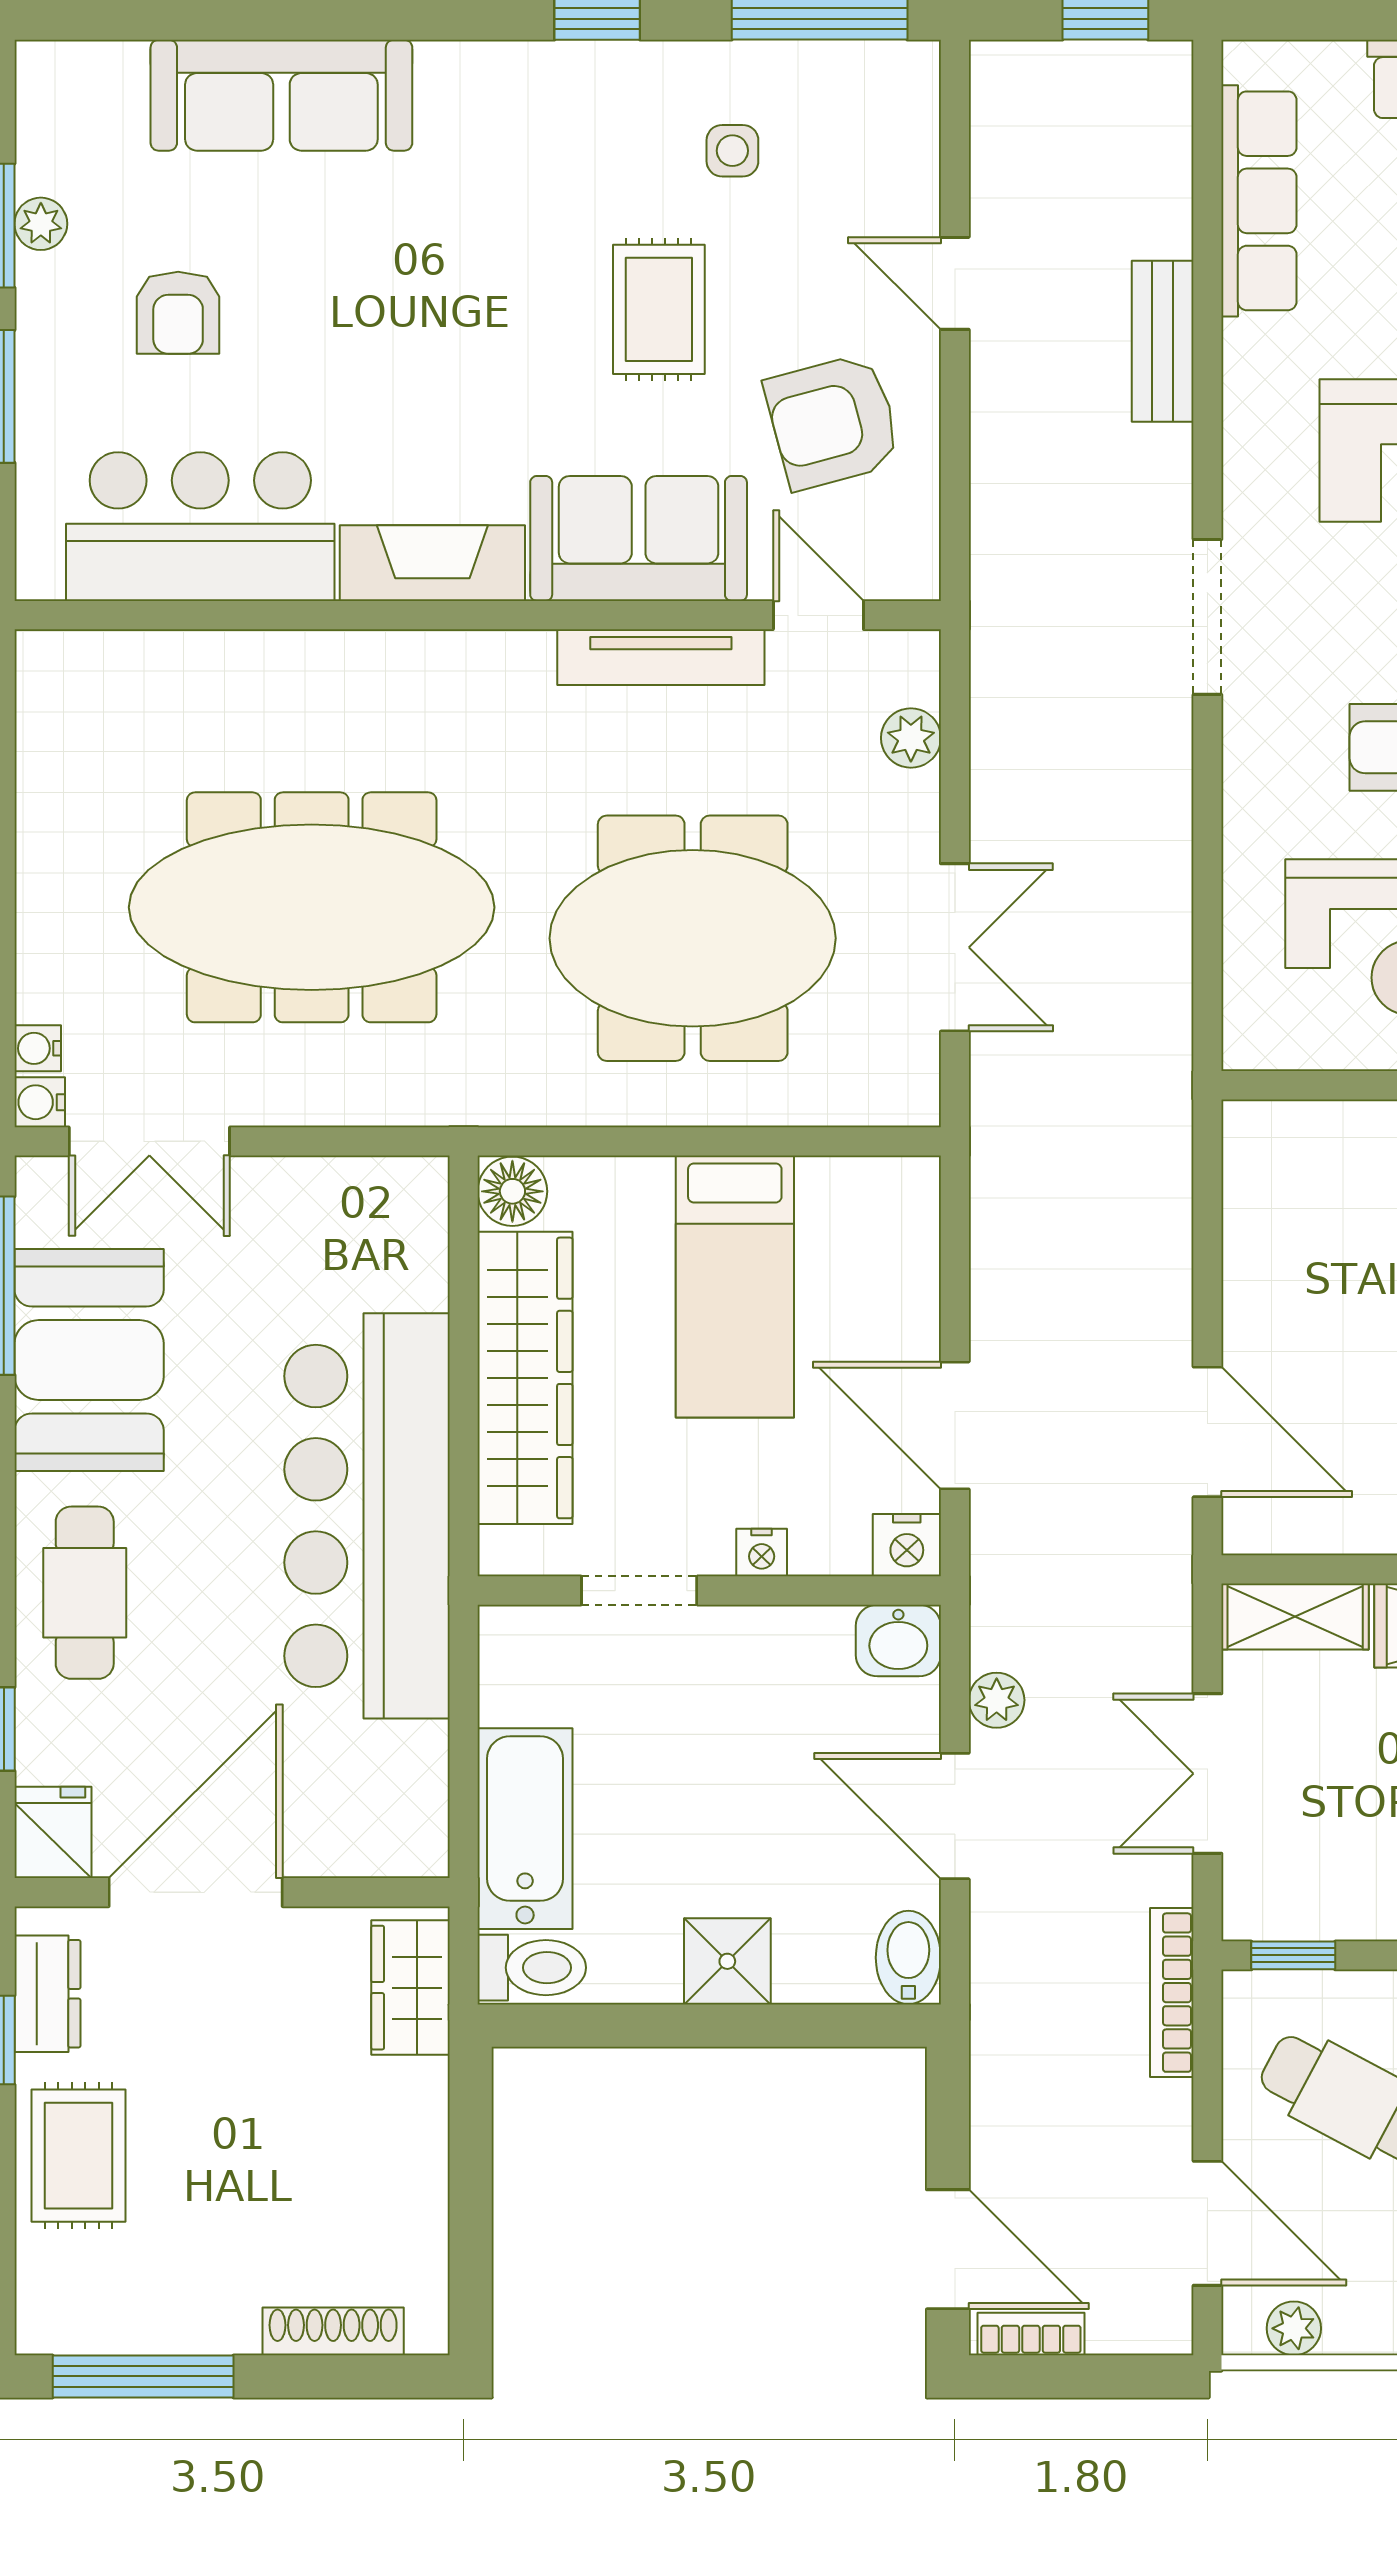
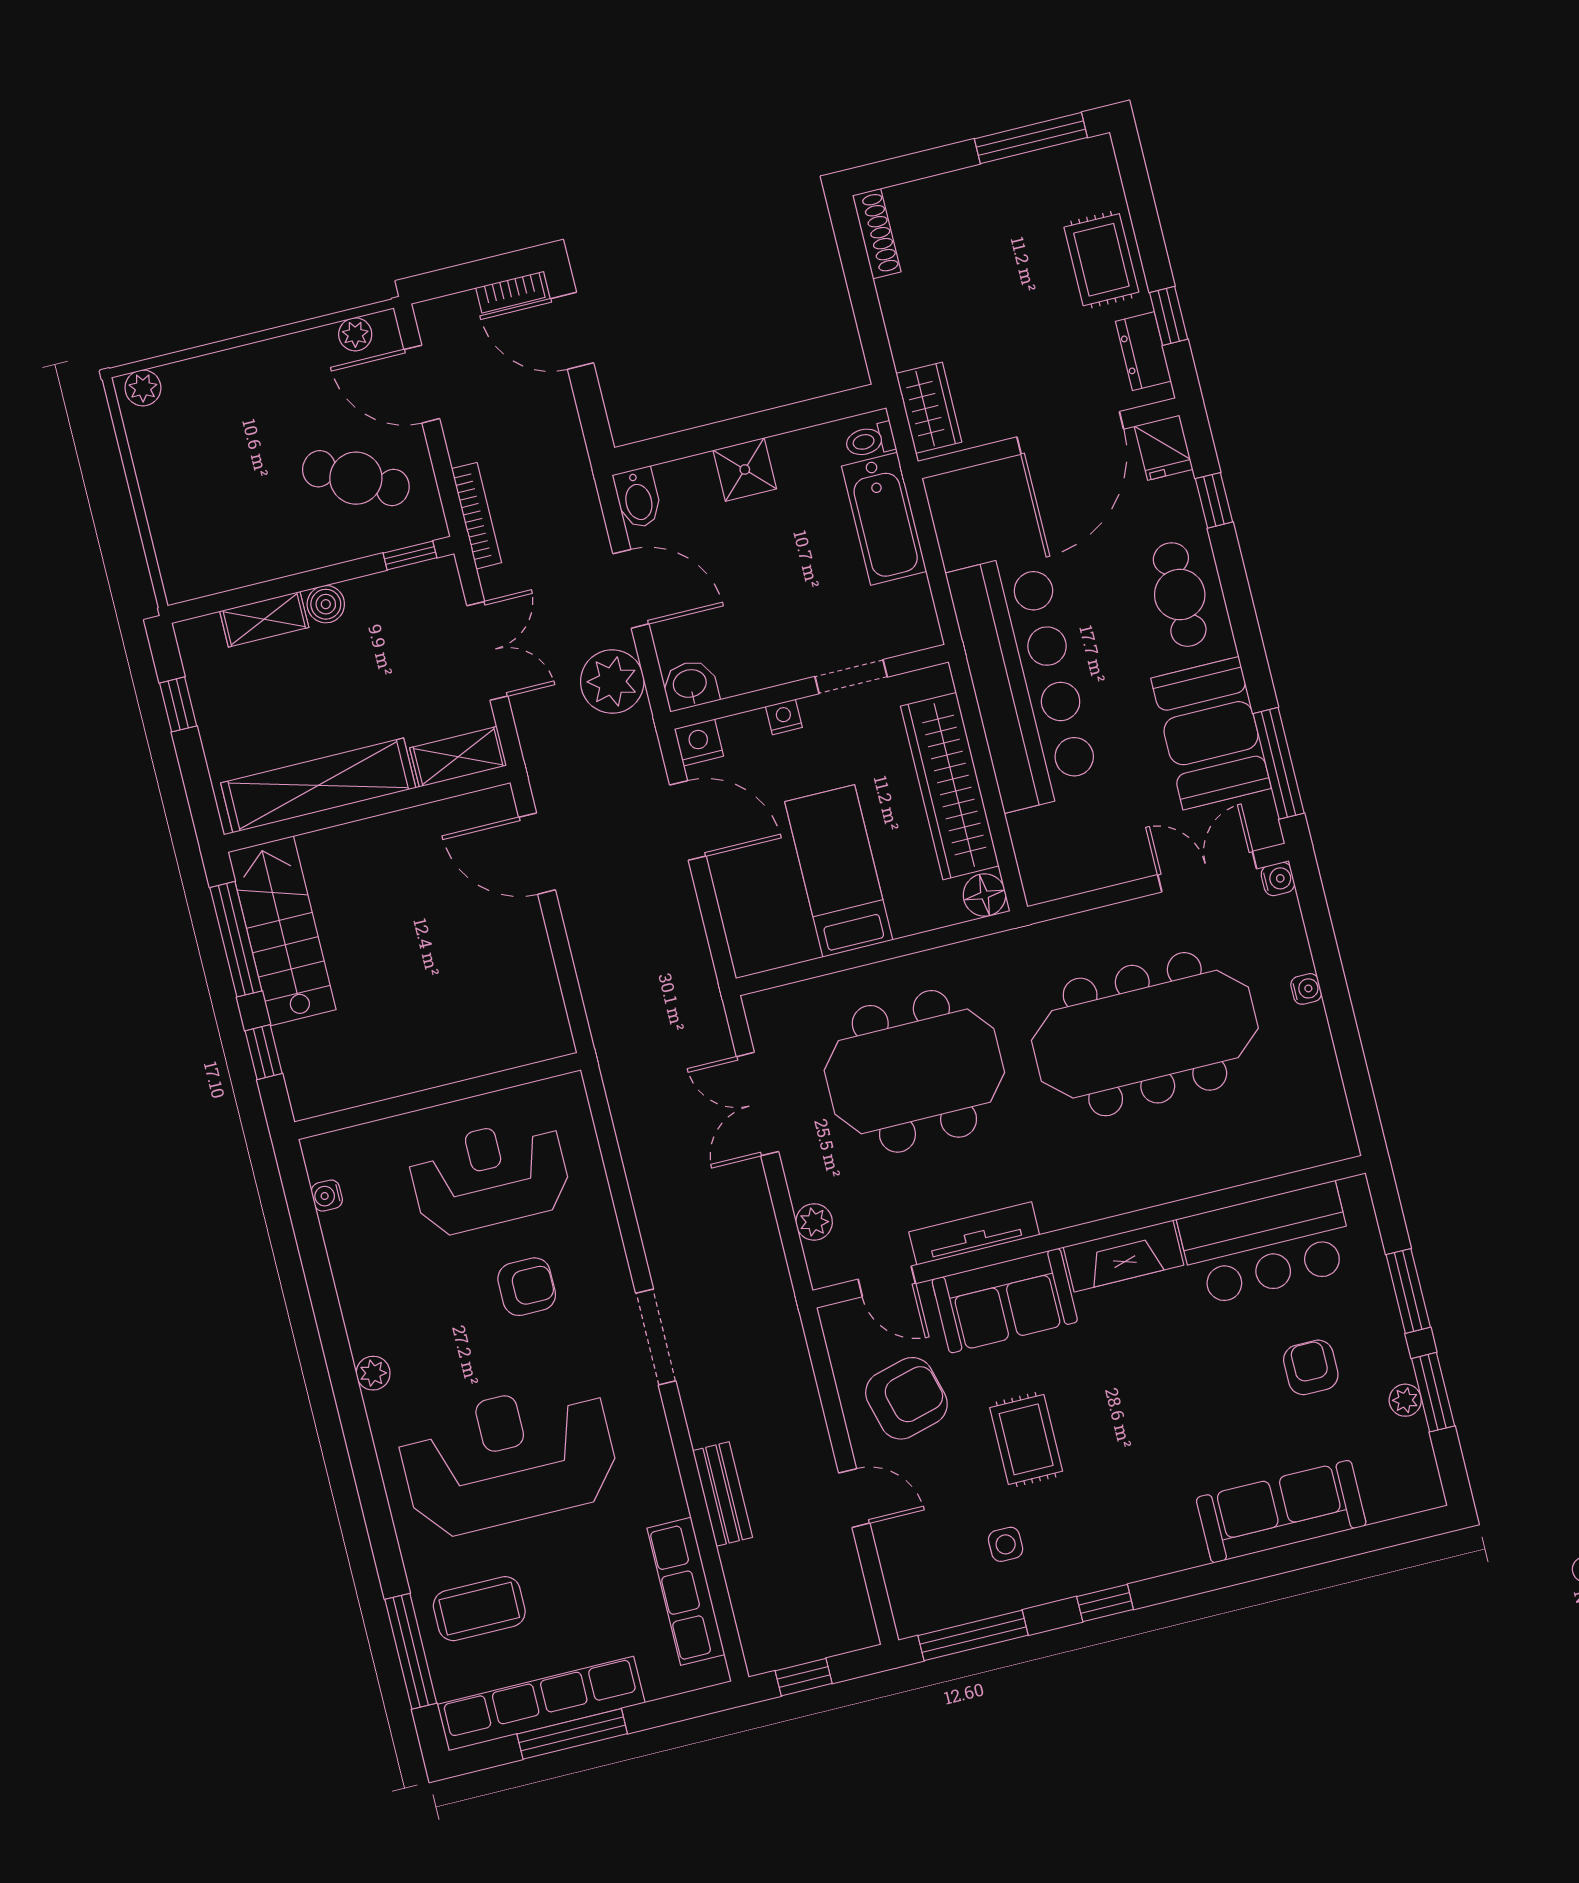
water cooler: (38, 1048) -> (1306, 989), moved
plant: (997, 1700) -> (612, 682), width x1.88, depth x1.88
toilet: (532, 1968) -> (870, 440), width x0.73, depth x0.72
shoe rack: (333, 2331) -> (877, 234), moved, turned -90

